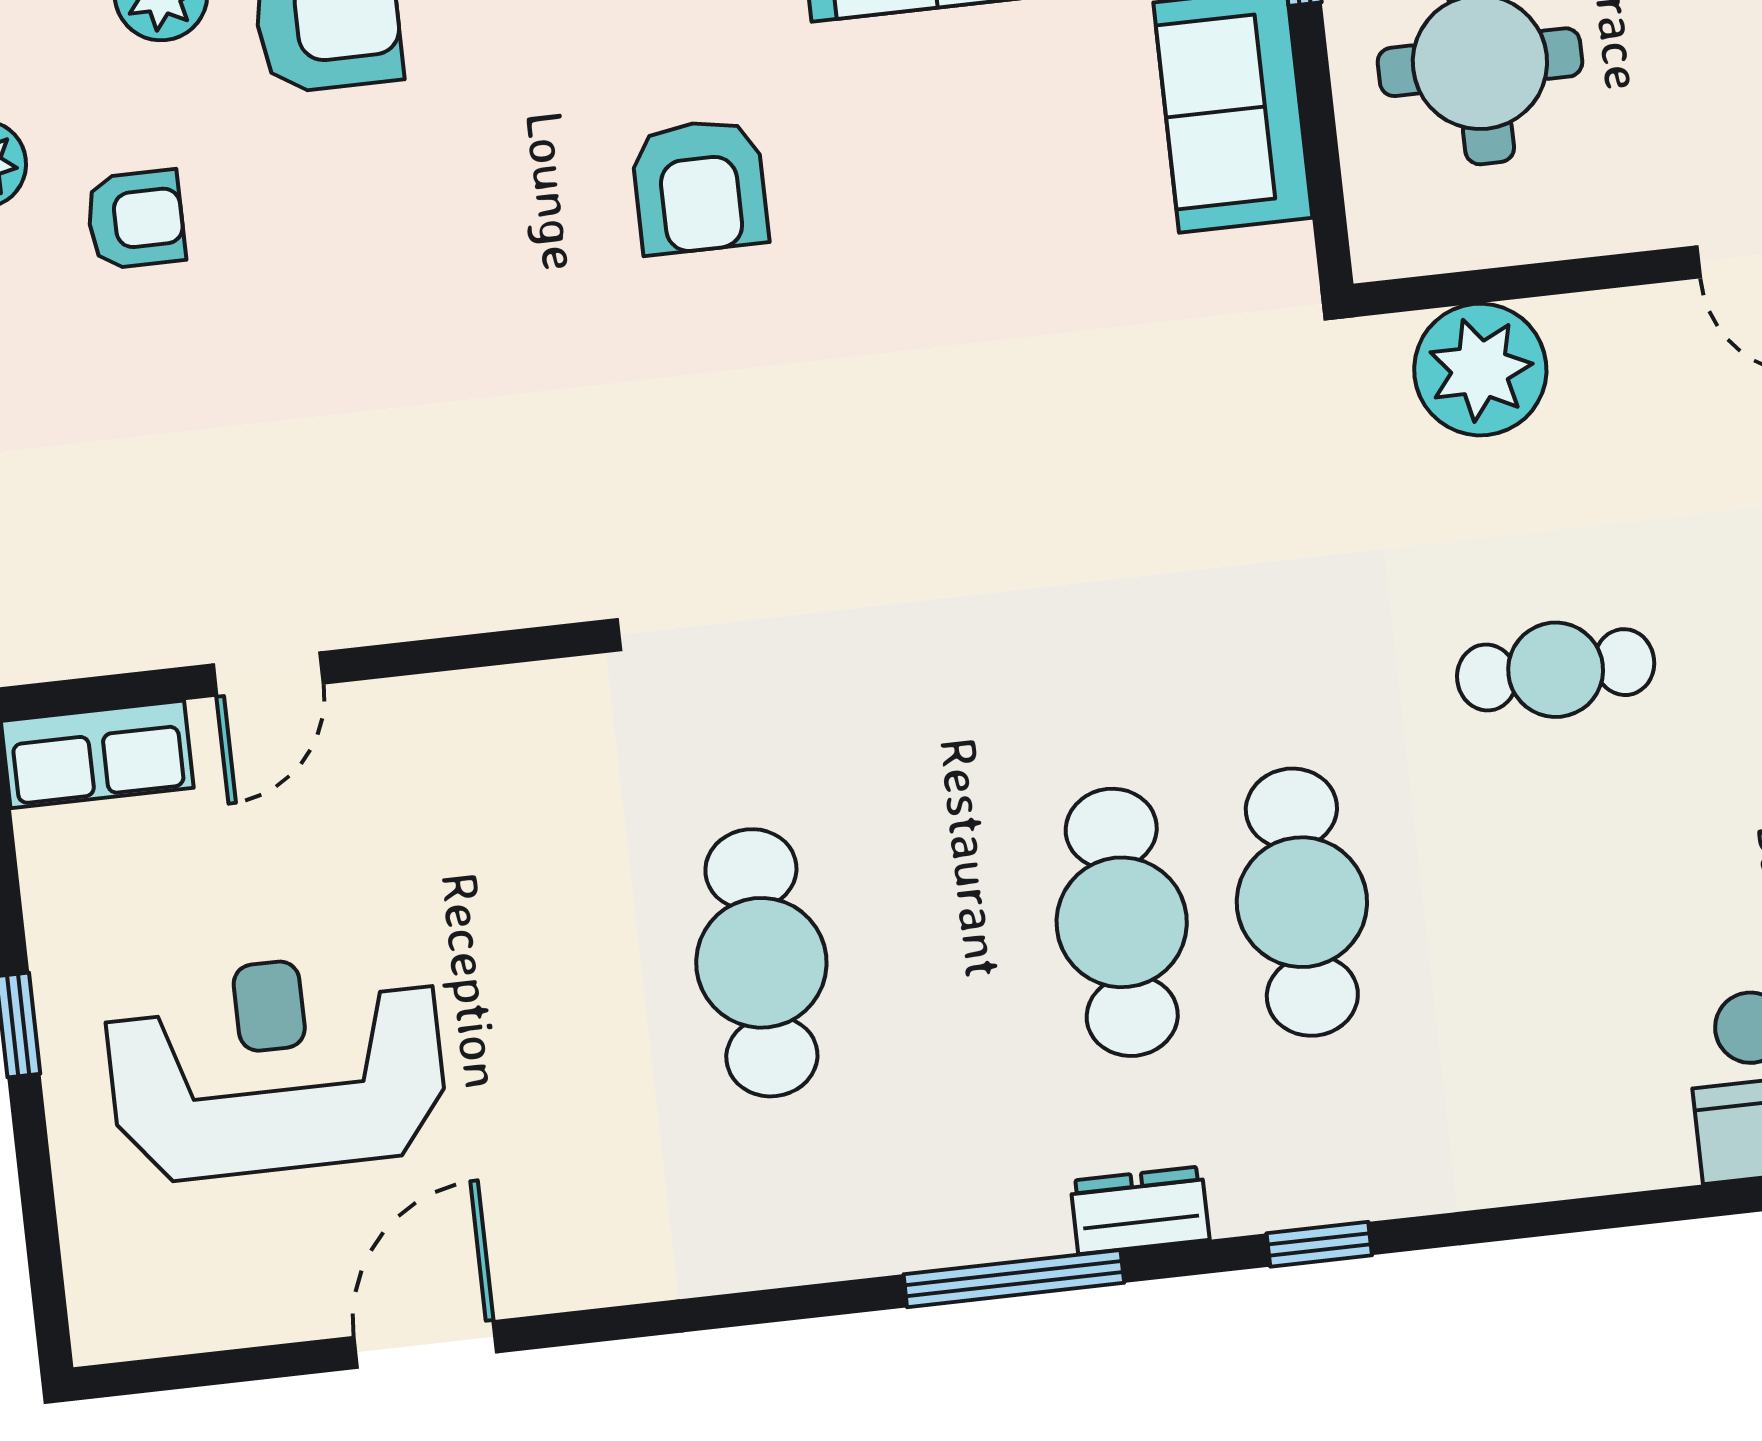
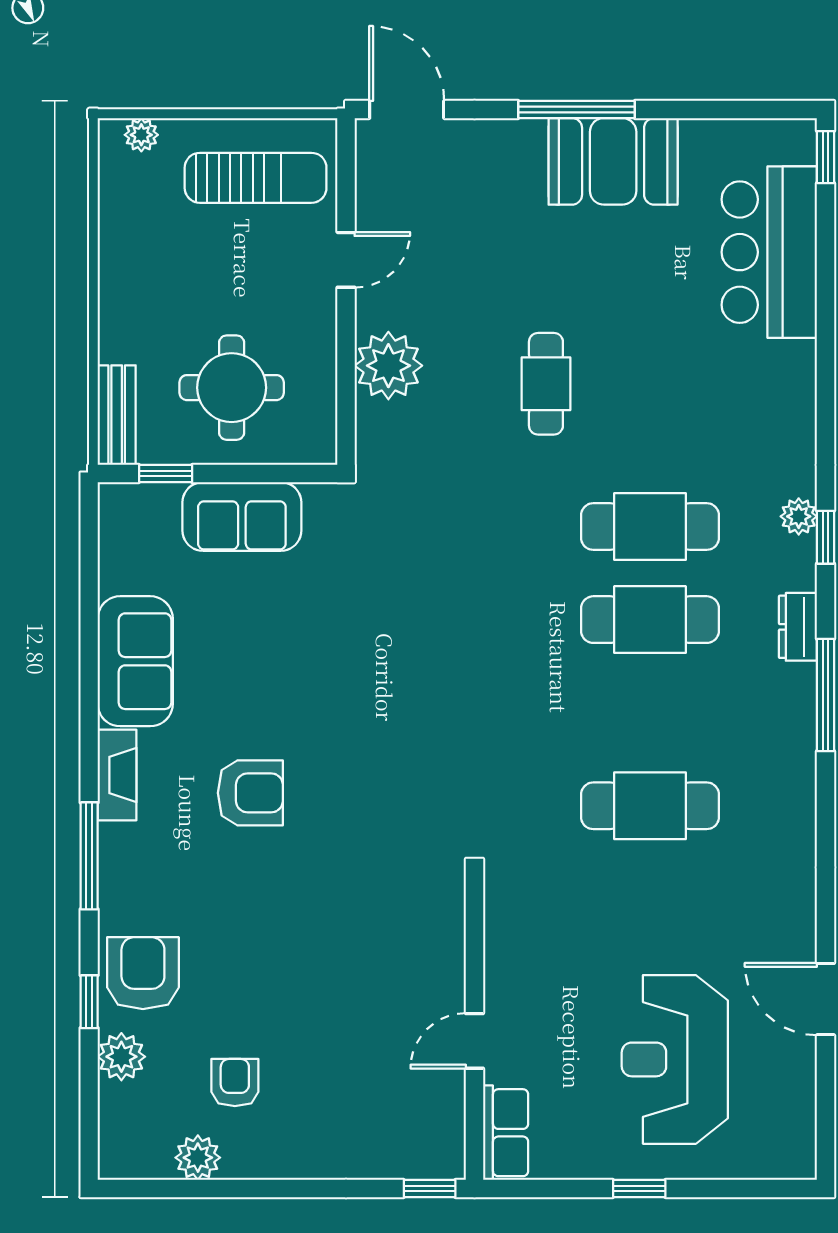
plant: (1480, 370) -> (388, 366), moved
door: (268, 674) -> (474, 1041), swing flipped
plant: (1354, 1188) -> (799, 516), added

